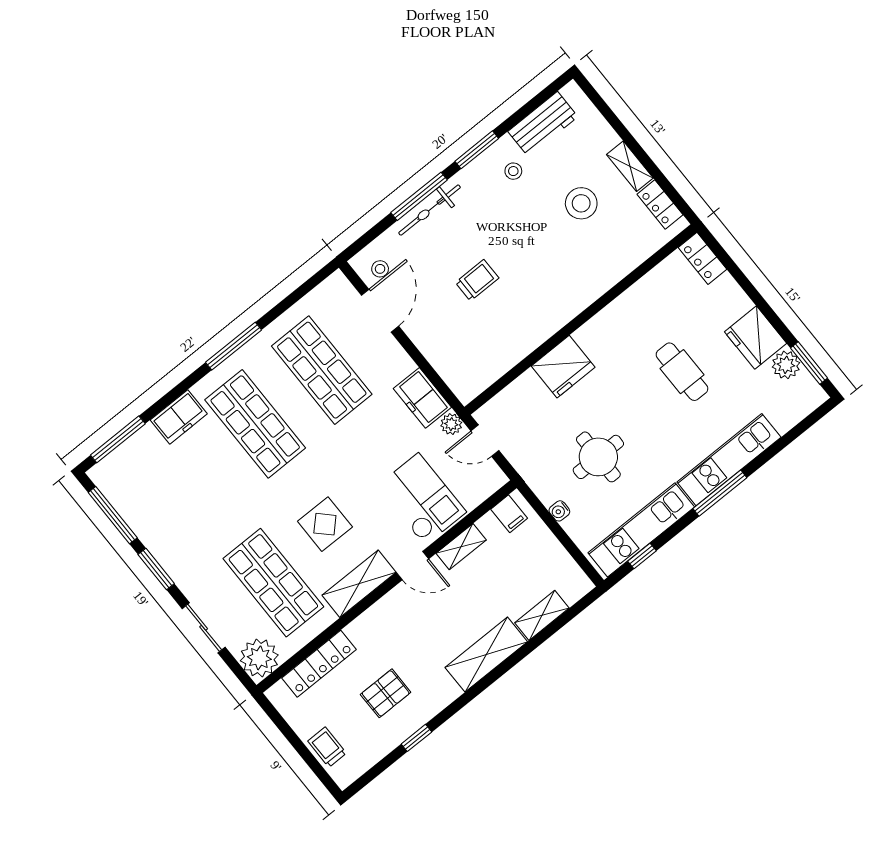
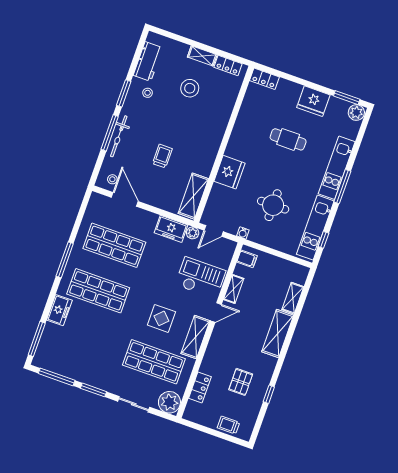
plant: (786, 365) -> (356, 113), moved
shelving: (487, 369) -> (193, 196), added
water cooler: (559, 511) -> (243, 233), moved
locker: (319, 664) -> (200, 387), width x0.66

